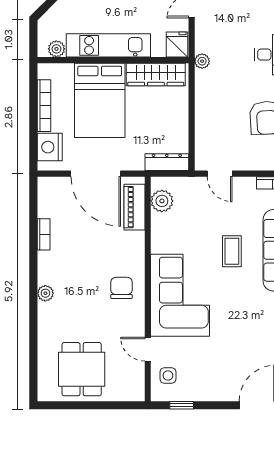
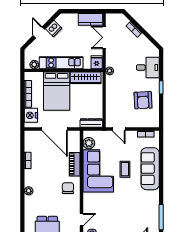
piano: (135, 207) -> (75, 164), moved
corner sofa: (180, 295) -> (98, 171), moved
door: (148, 349) -> (81, 220), swing flipped

